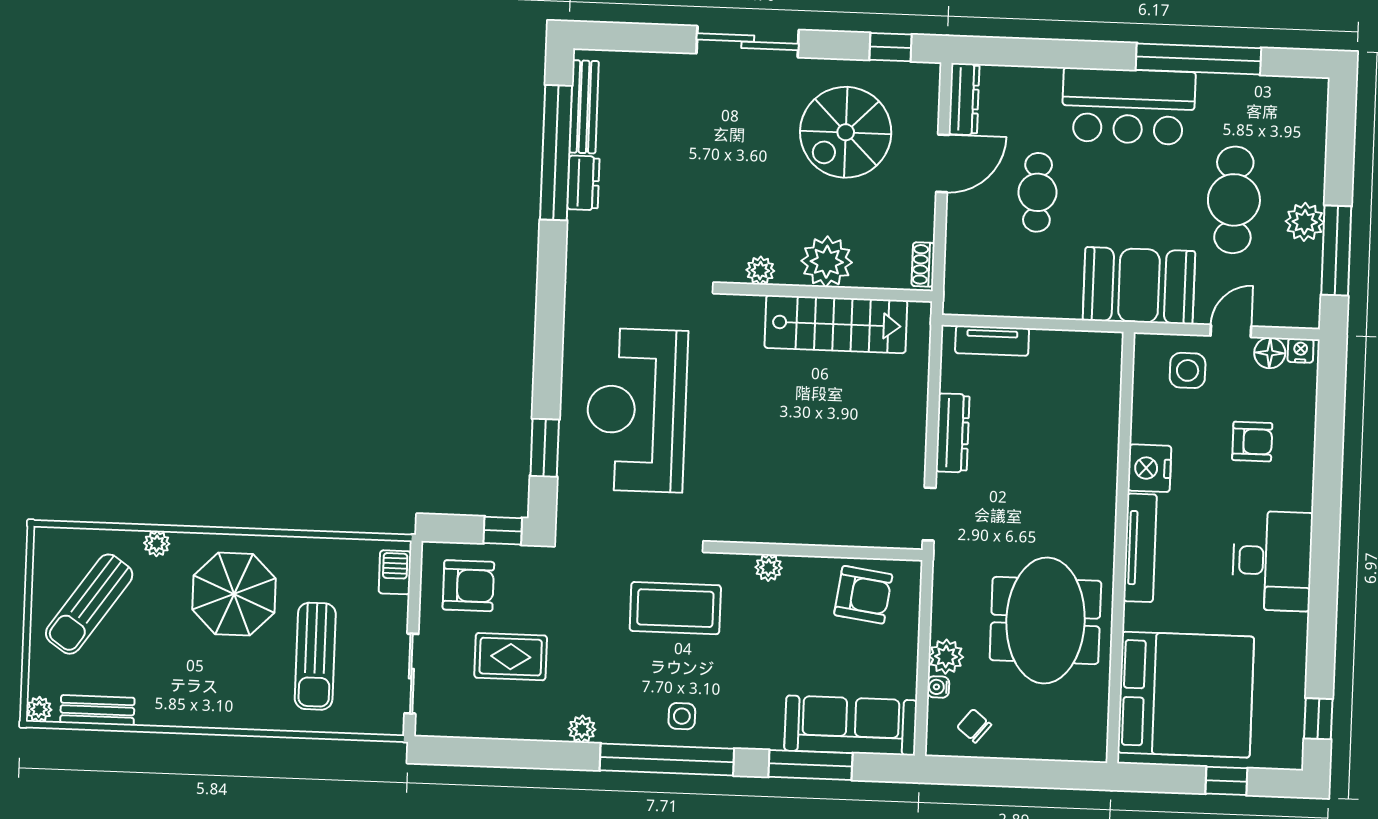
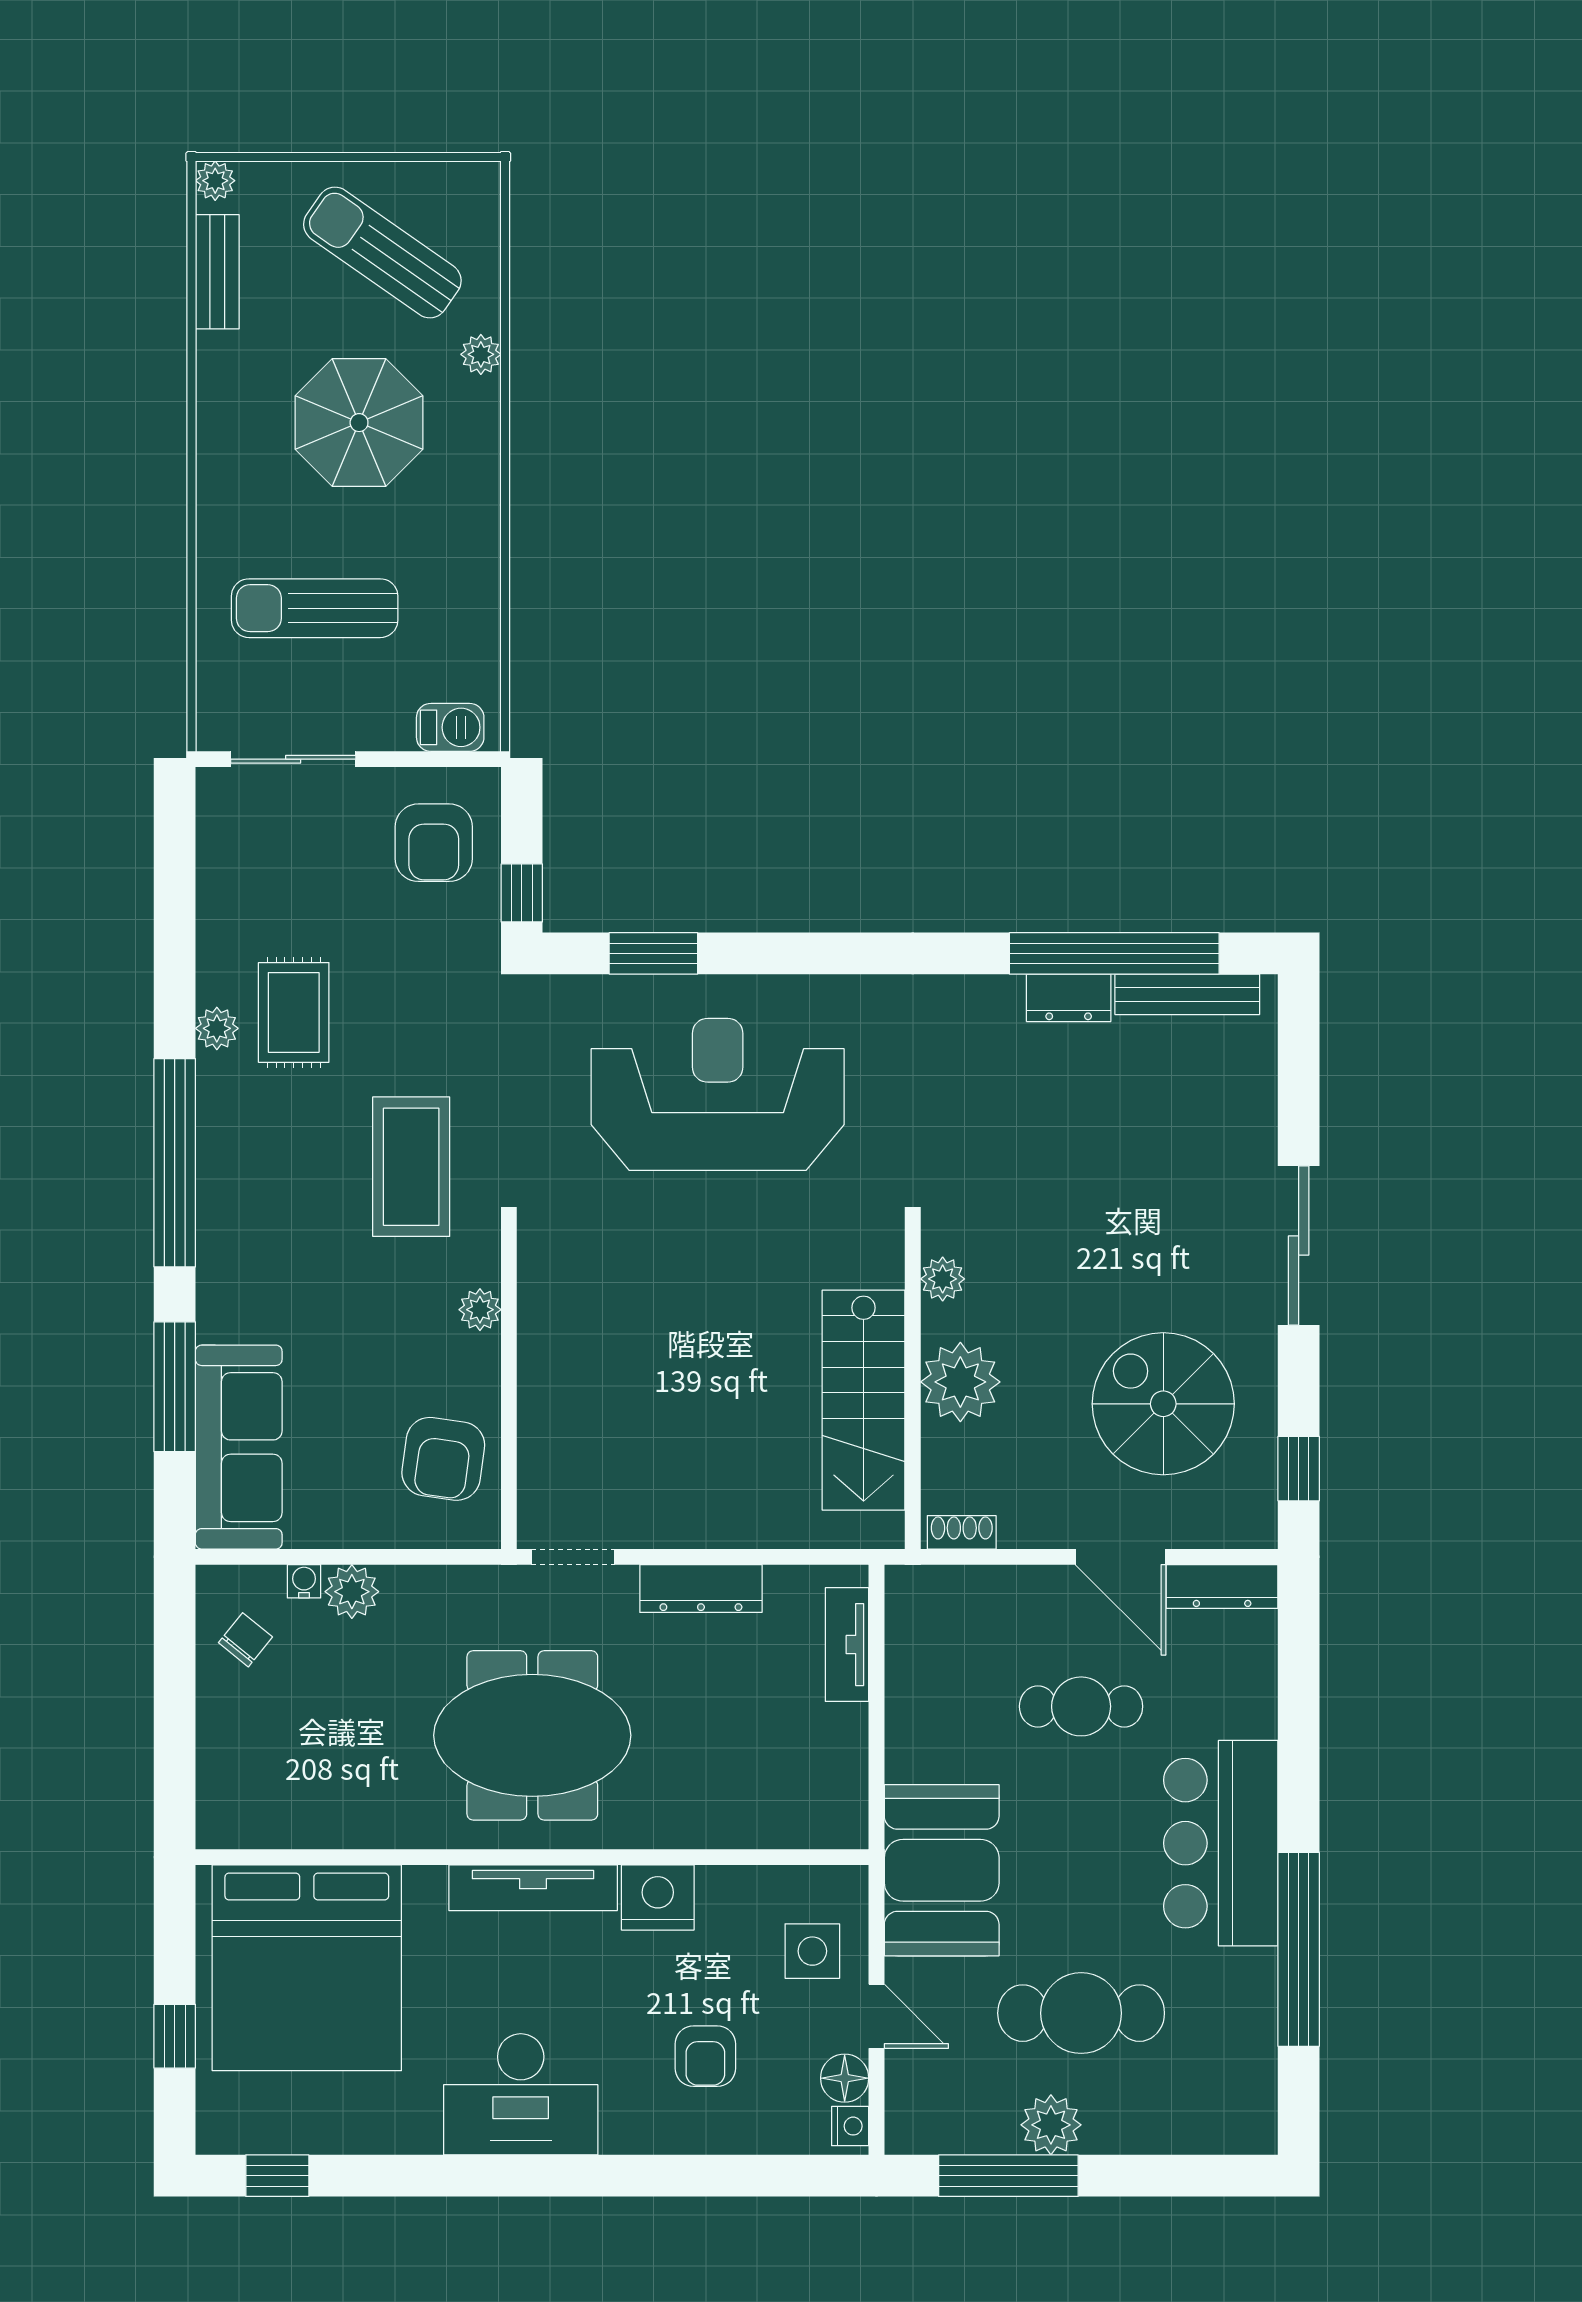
parasol: (234, 594) -> (359, 423), moved
meeting table: (1045, 620) -> (532, 1735), moved
rug: (511, 657) -> (294, 1012), moved
side table: (682, 716) -> (243, 1183), removed

